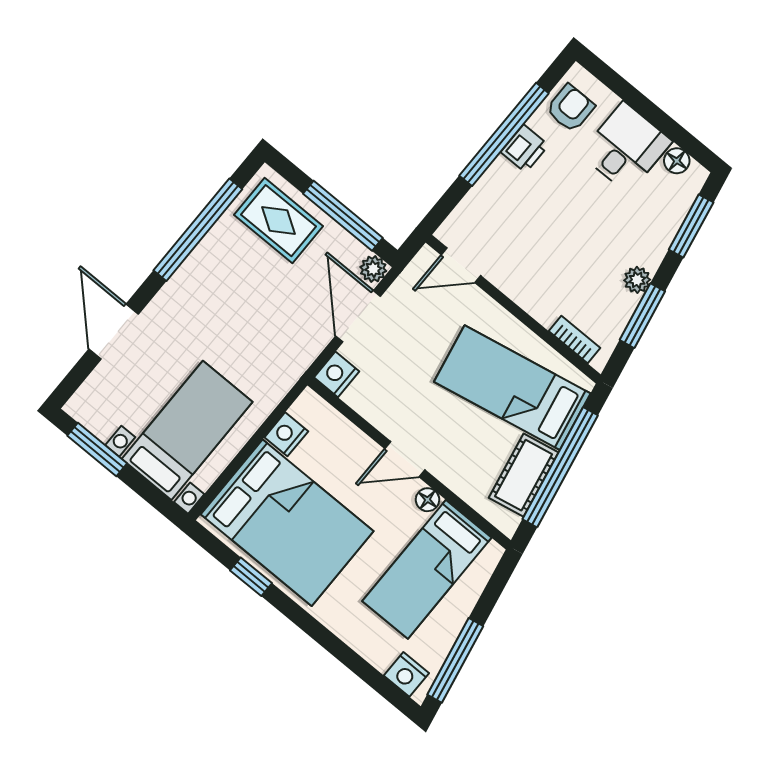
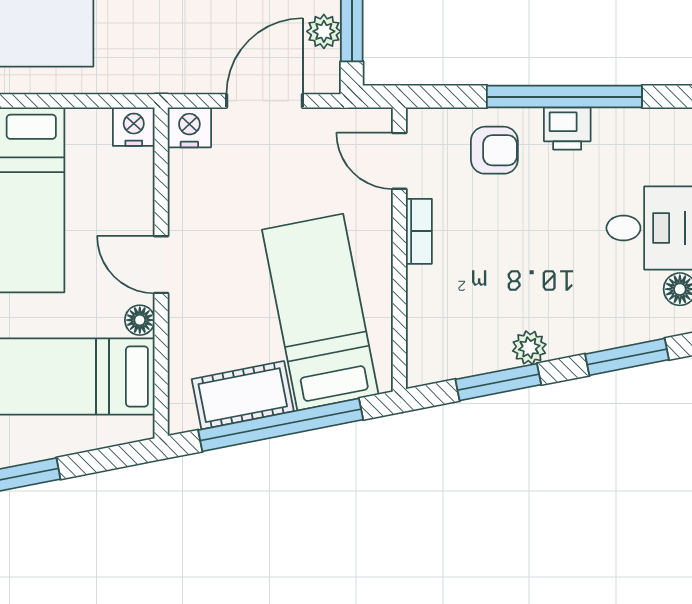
armchair: (570, 108) -> (494, 150), moved
plant: (373, 269) -> (324, 31), moved
bookcase: (574, 340) -> (419, 231), moved
nightstand: (286, 434) -> (134, 127), moved

